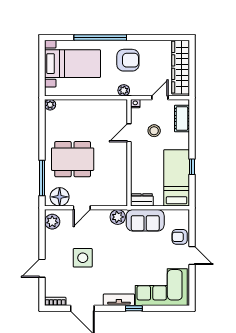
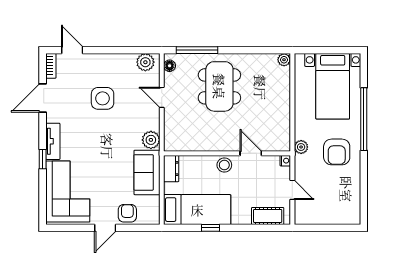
wardrobe: (181, 67) -> (328, 214), removed
stool: (154, 131) -> (224, 165), moved
floor lamp: (60, 197) -> (170, 66), width x0.53, depth x0.53
door: (42, 268) -> (72, 50), moved

